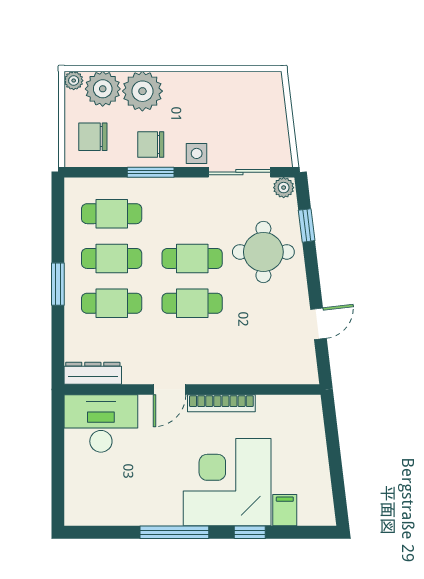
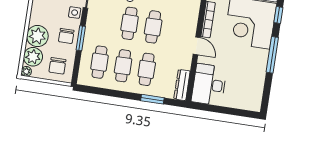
window: (58, 284) -> (152, 99), moved

